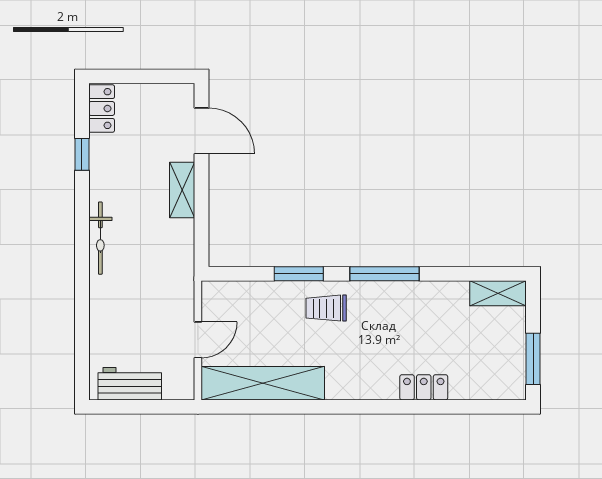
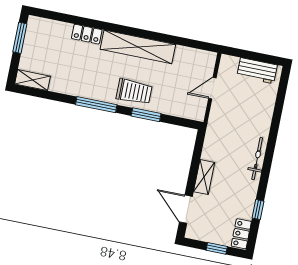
window: (137, 76) -> (217, 248), added
trolley: (326, 308) -> (134, 92), width x1.36, depth x1.39
shelving: (263, 383) -> (138, 47), moved

